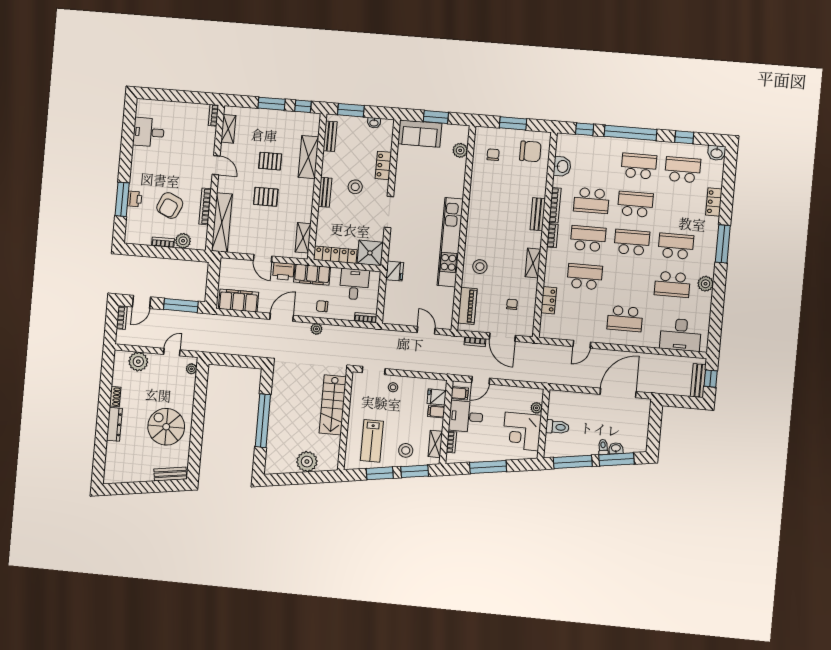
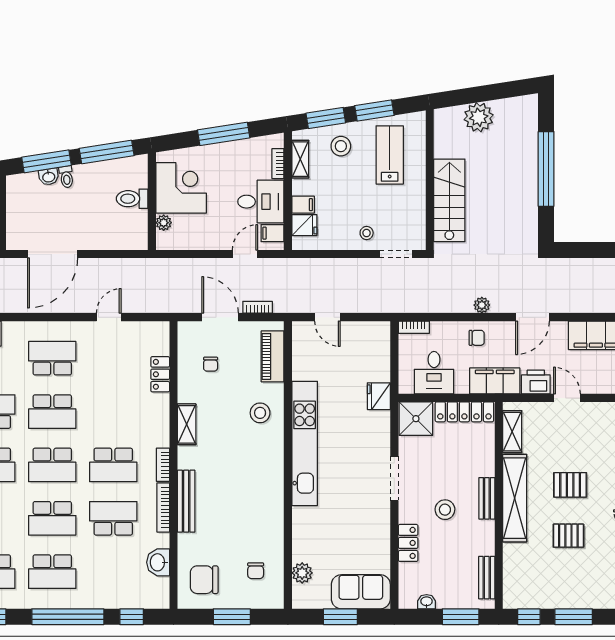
shelving: (308, 157) -> (515, 498), moved, width x1.47
bench: (538, 214) -> (186, 501), width x1.36
school desk: (585, 277) -> (52, 412), moved

